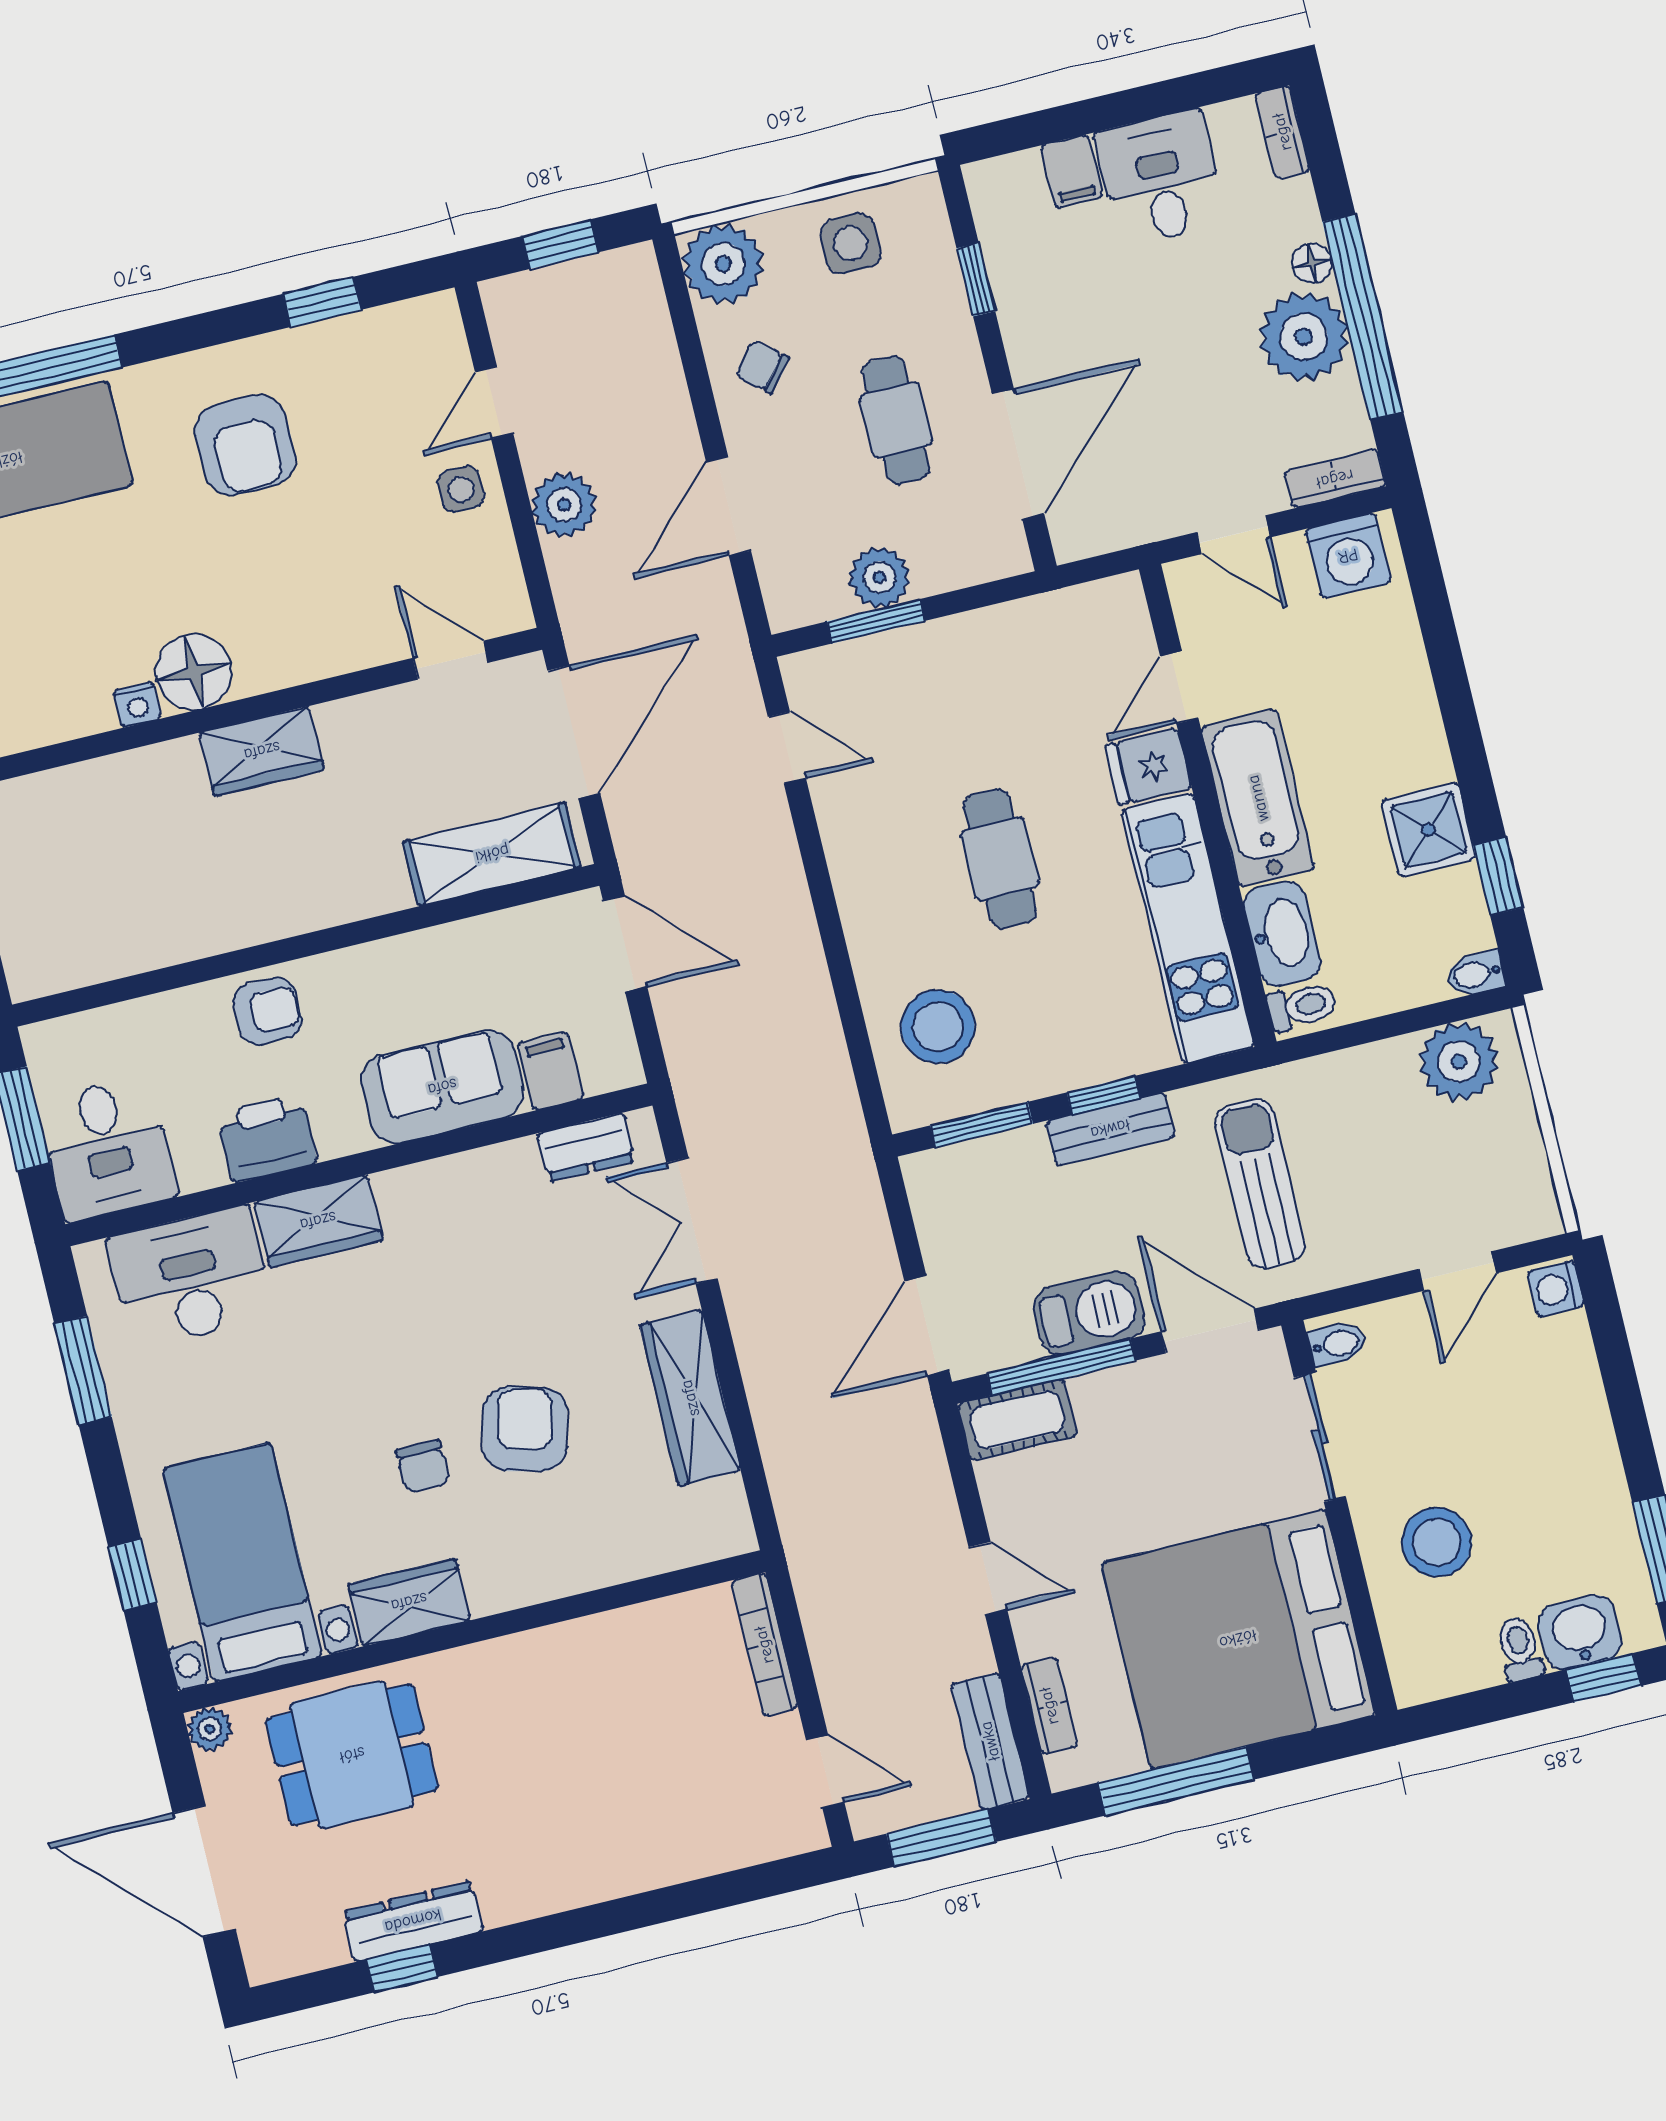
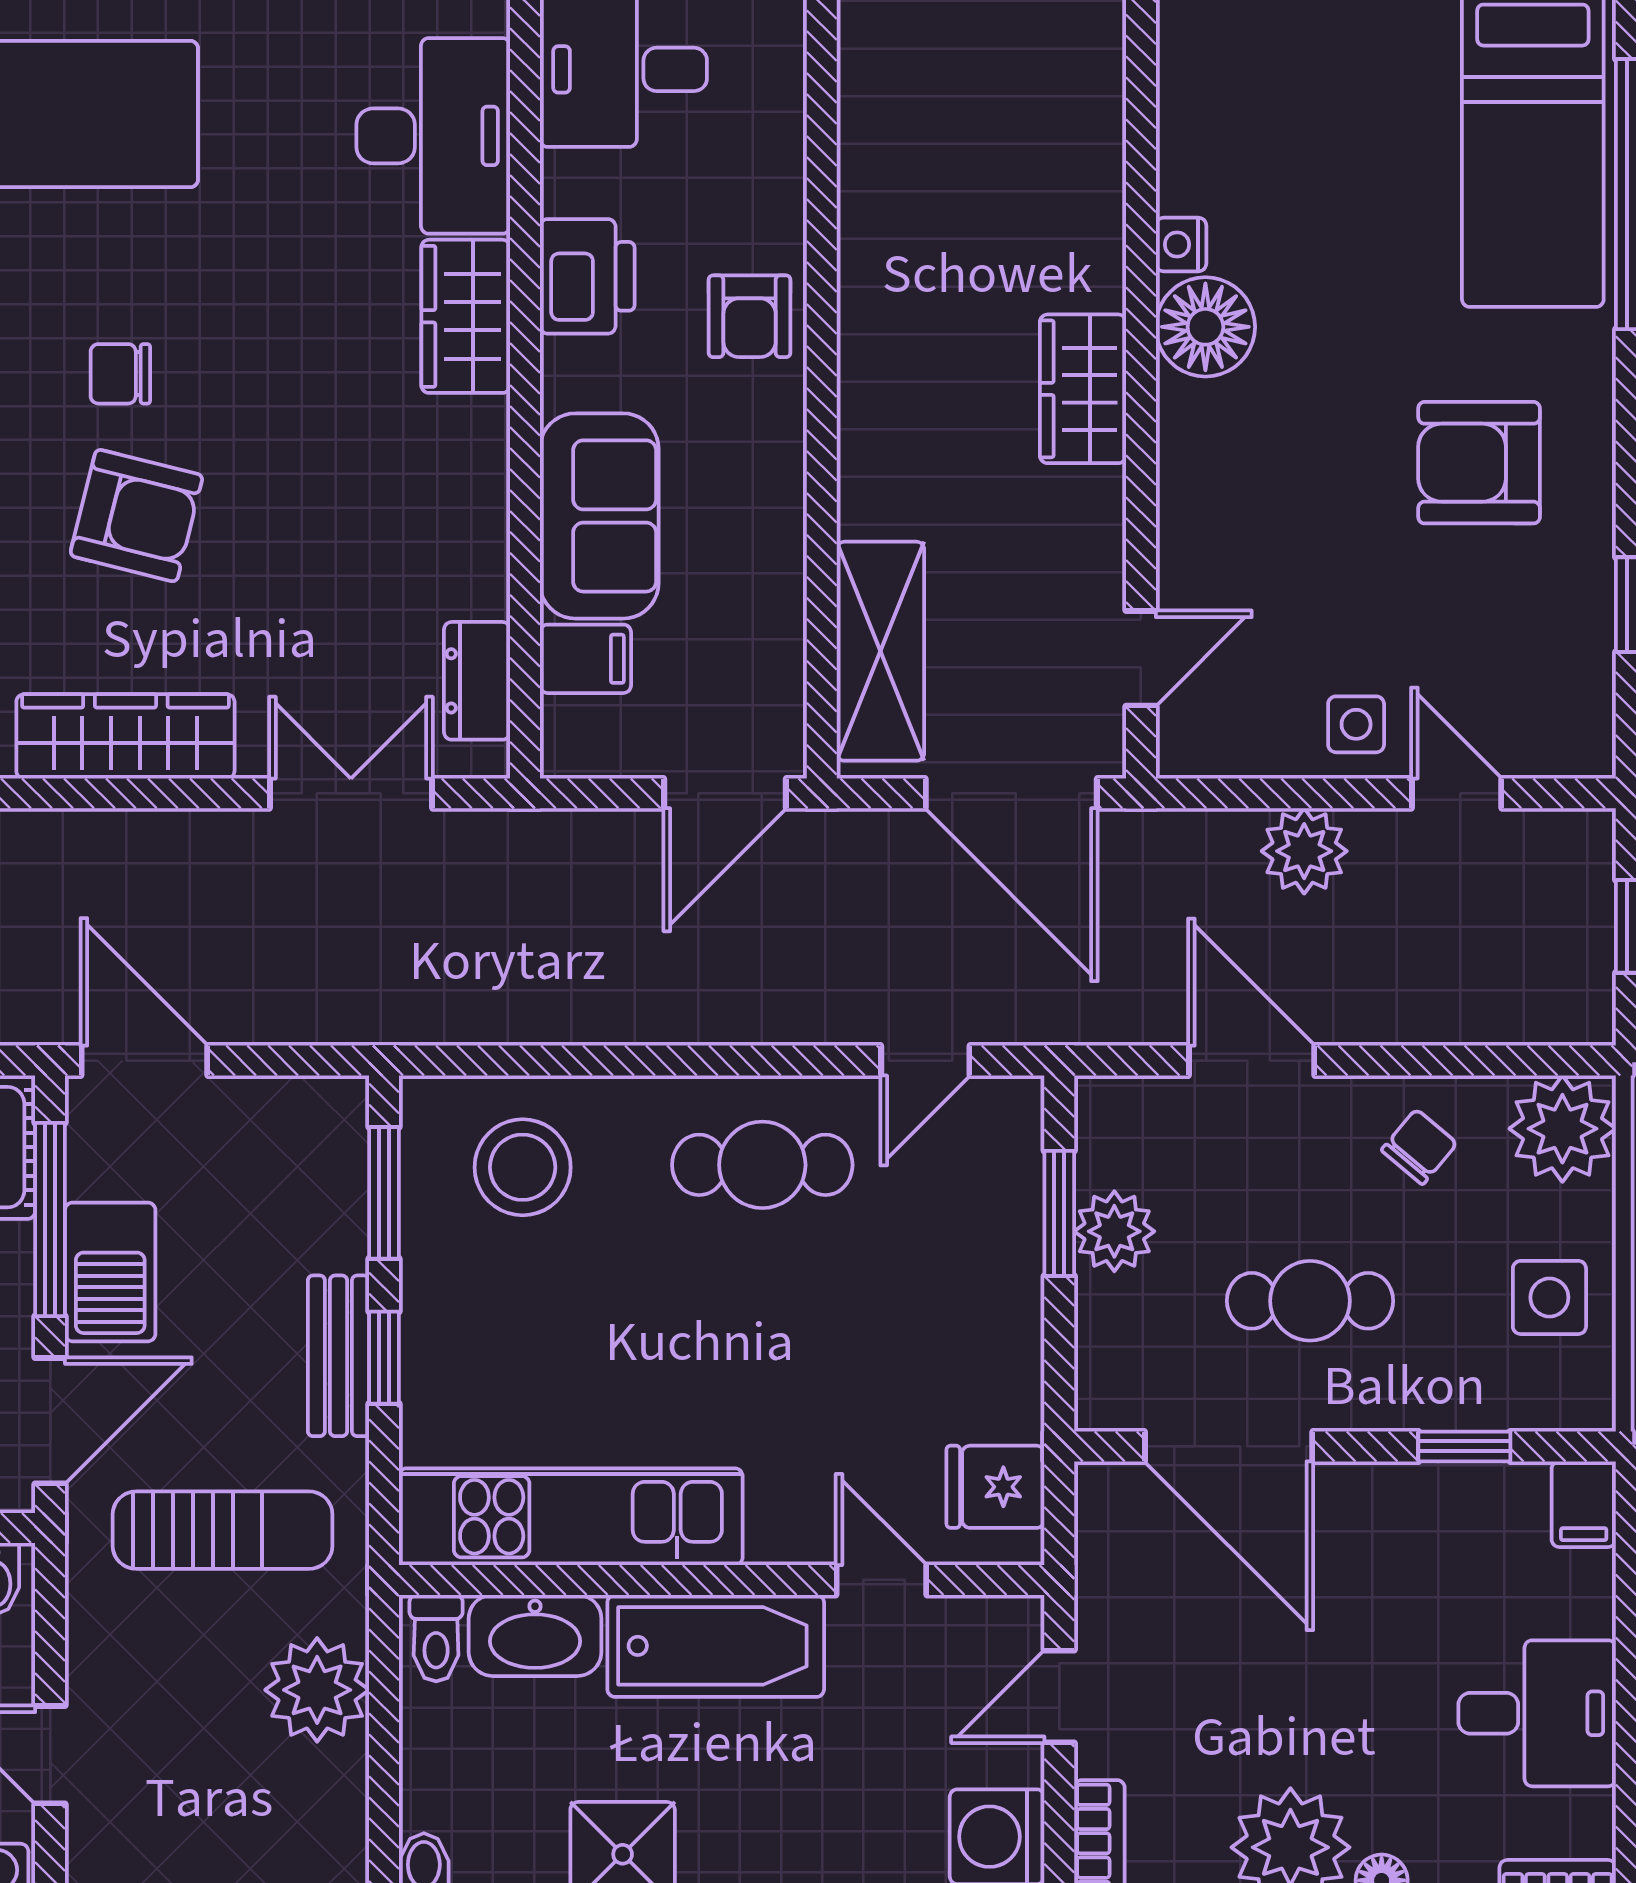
filing cabinet: (1072, 171) -> (1584, 1504), moved, turned -90
fridge: (1148, 767) -> (995, 1487), moved, turned -90
cafe table: (1000, 859) -> (762, 1165), moved
plant: (1459, 1062) -> (317, 1690), moved

